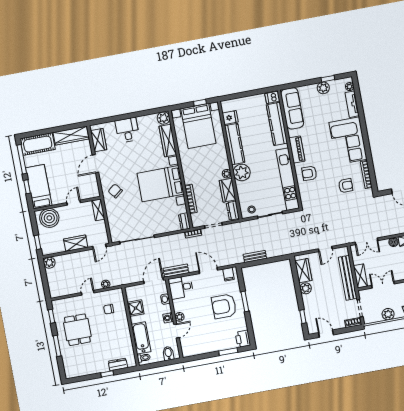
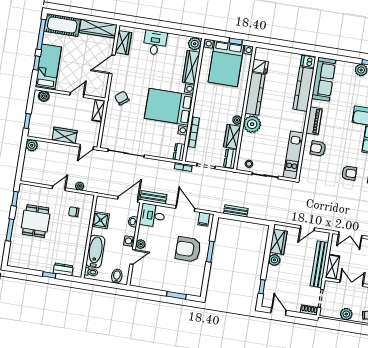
kitchen unit: (288, 179) -> (293, 155), width x0.73
boiler: (49, 218) -> (44, 96), width x0.54, depth x0.54
printer: (243, 339) -> (195, 288), removed

